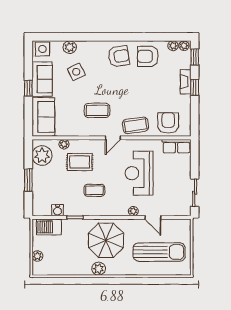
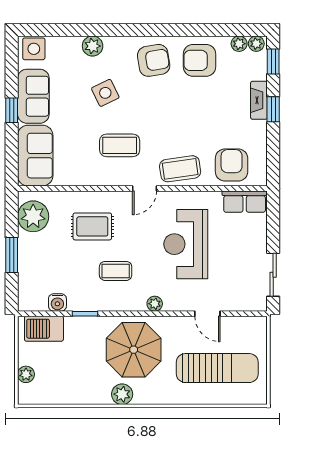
plant: (70, 47) -> (93, 46), moved
side table: (76, 72) -> (105, 93), moved
plant: (64, 144) -> (68, 199), removed
plant: (133, 211) -> (155, 304), moved

